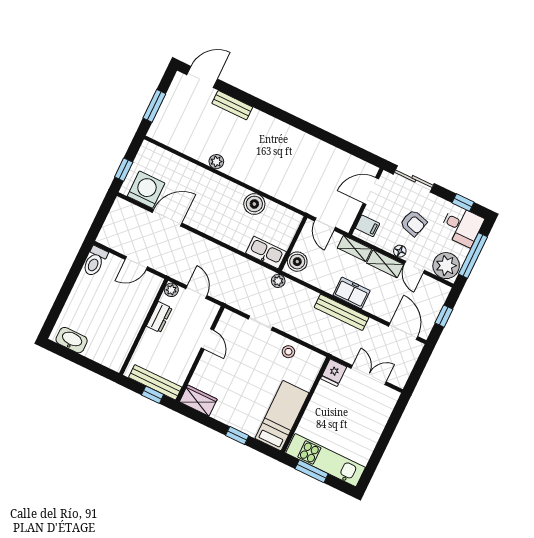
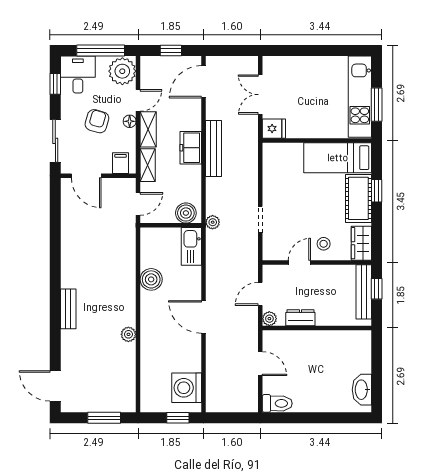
bench: (232, 105) -> (68, 309), moved
door: (167, 218) -> (204, 317), moved
stool: (288, 352) -> (324, 244), moved
cot: (238, 417) -> (358, 198), added

